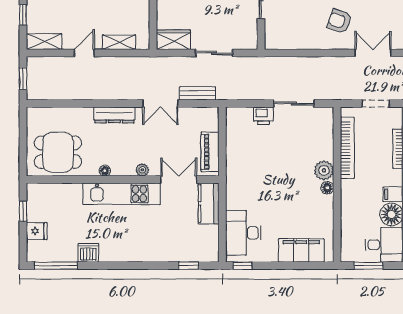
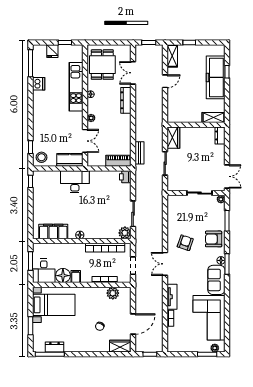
shelving: (119, 42) -> (172, 103), removed
door: (84, 53) -> (165, 81), hinge flipped
double door: (373, 53) -> (165, 264), swing flipped
double door: (160, 104) -> (133, 73), moved
printer: (263, 116) -> (125, 177), moved
piano: (210, 152) -> (118, 161), moved
plant: (324, 170) -> (125, 233), moved
kitchen unit: (122, 194) -> (76, 87), moved
desk: (243, 233) -> (75, 182), moved
stool: (204, 248) -> (42, 157), added
filing cabinet: (301, 250) -> (53, 231), moved, turned -90

